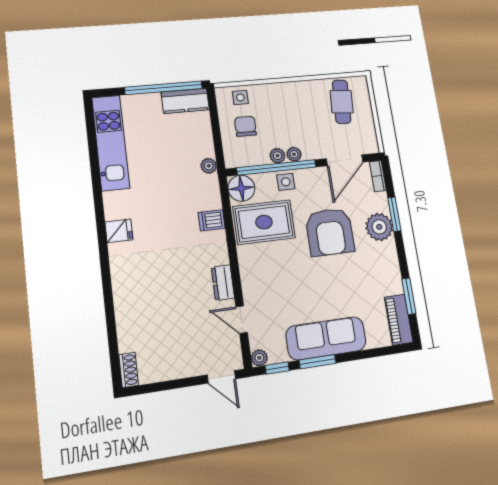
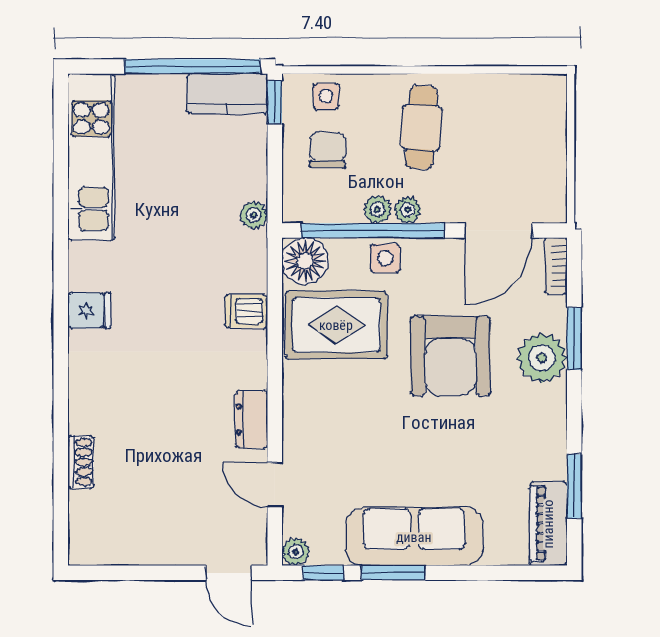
cafe table: (342, 102) -> (421, 127), moved
window: (212, 103) -> (275, 102), added
shoe rack: (129, 370) -> (81, 462), moved

